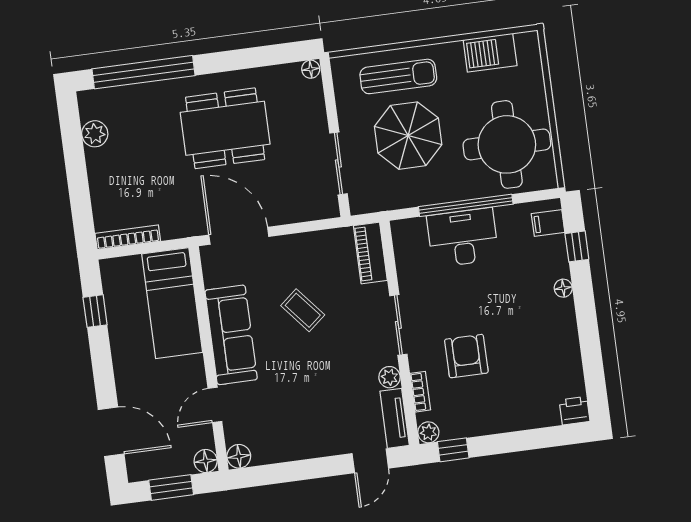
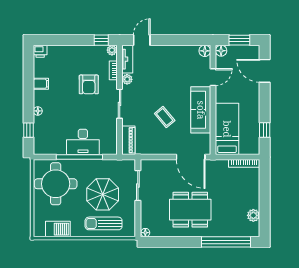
filing cabinet: (548, 223) -> (41, 84), moved

